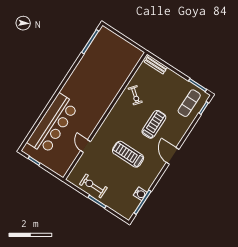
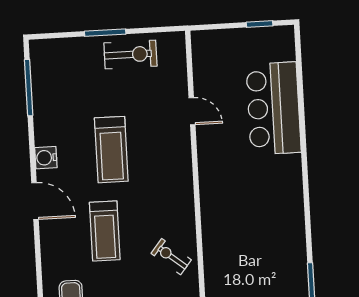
bar counter: (53, 124) -> (274, 108), width x0.73
treadmill: (128, 154) -> (111, 150), turned 90
water cooler: (140, 194) -> (46, 158), moved

